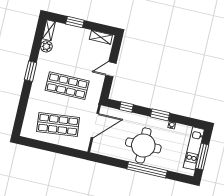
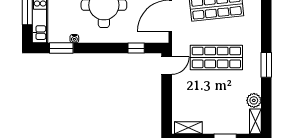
door: (111, 69) -> (167, 65), moved
window: (160, 115) -> (61, 48), moved

